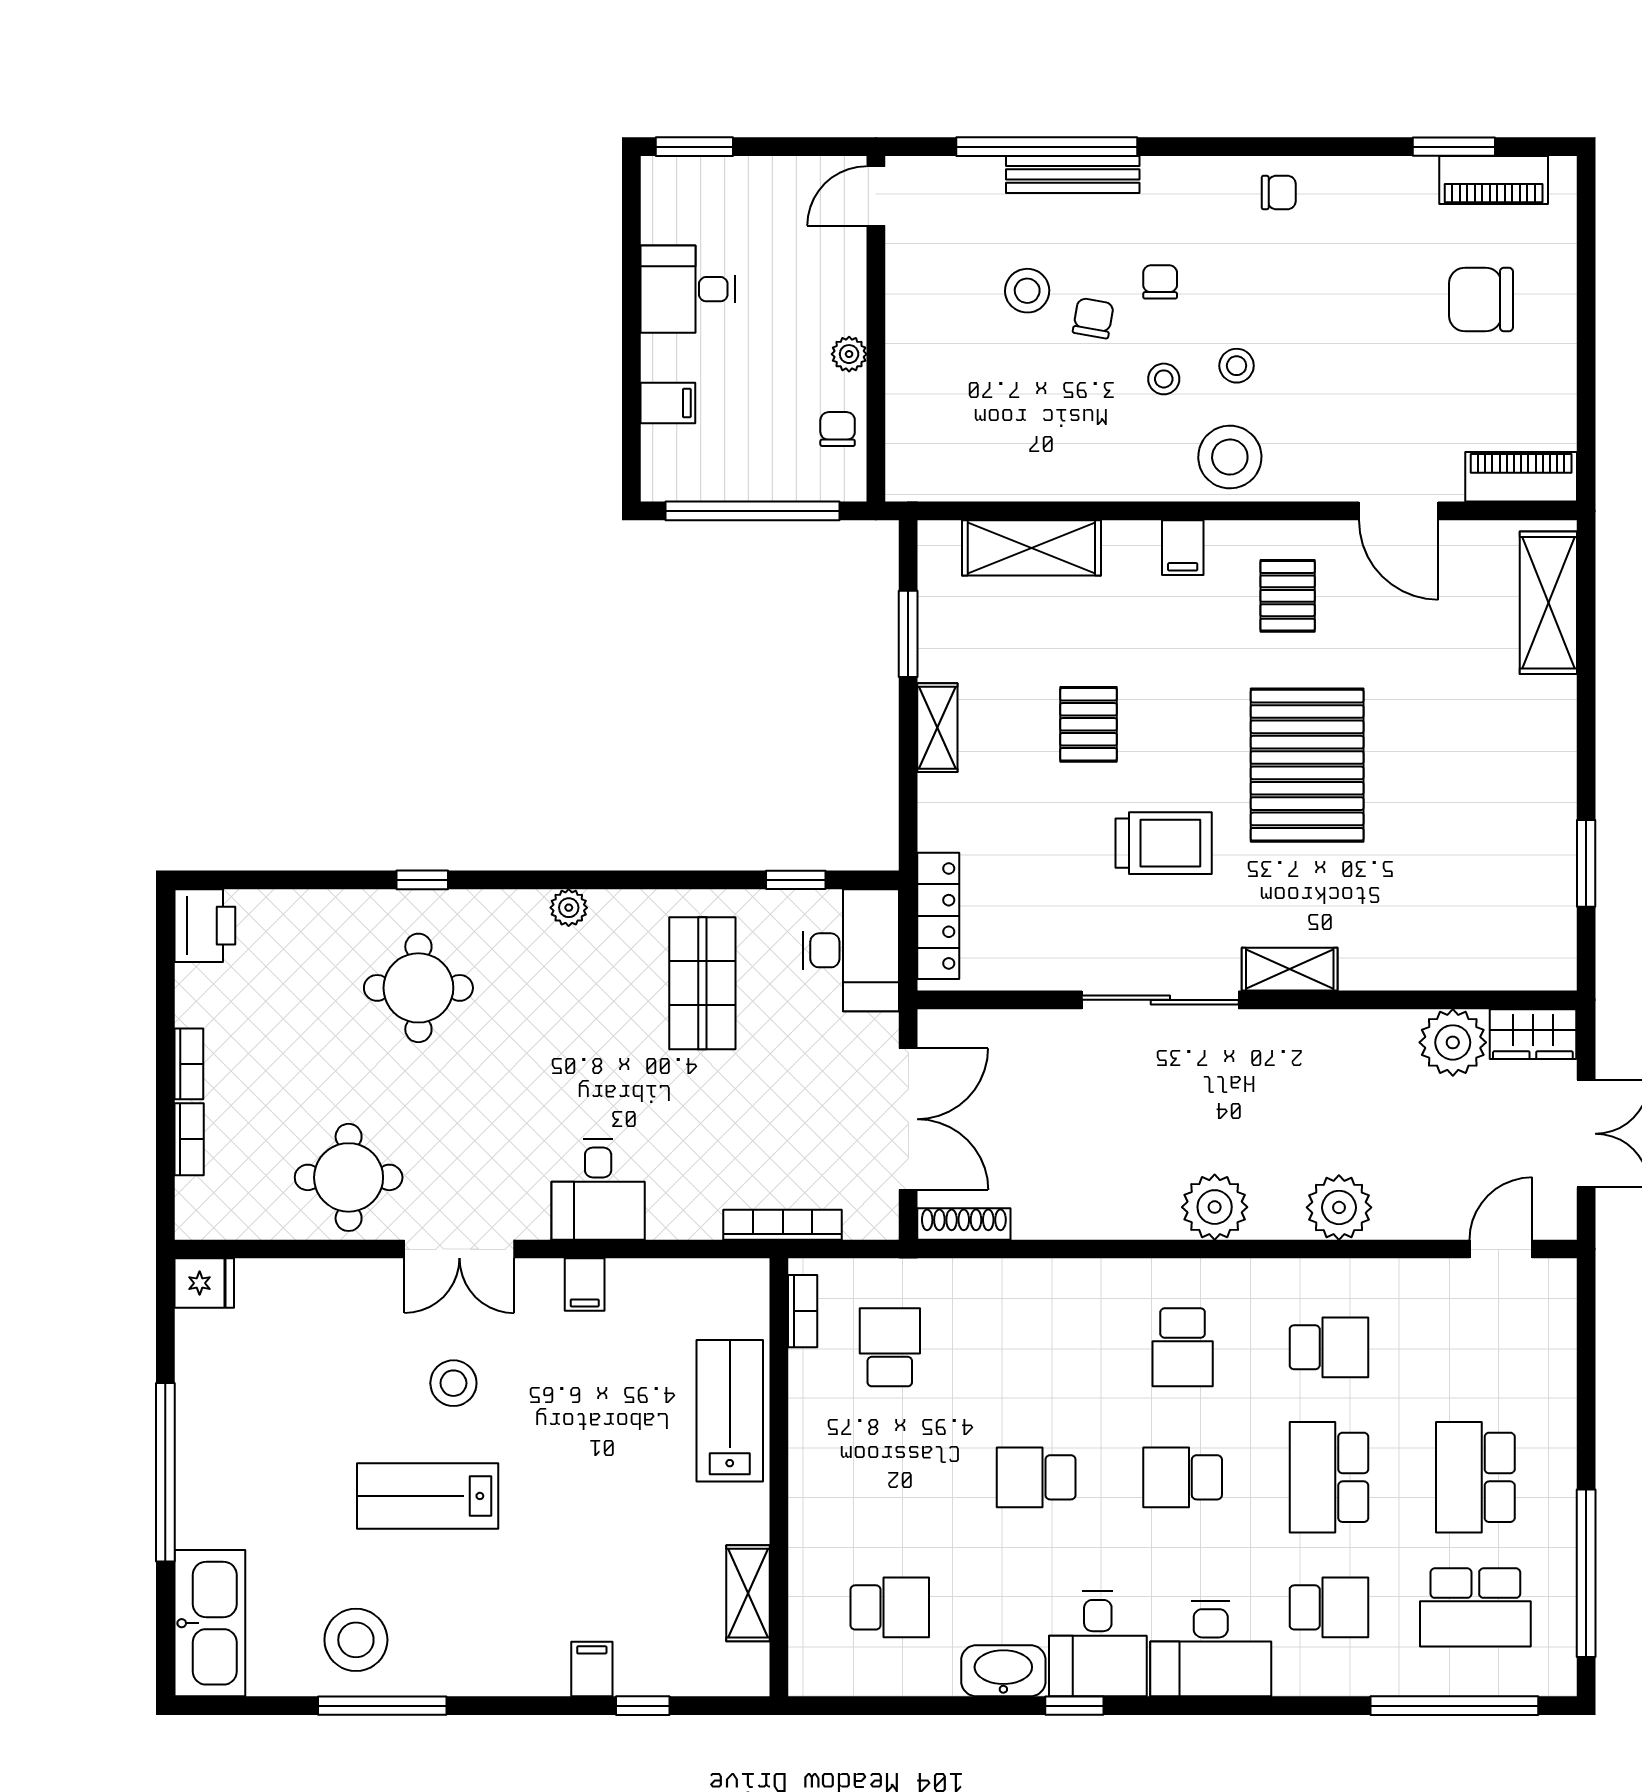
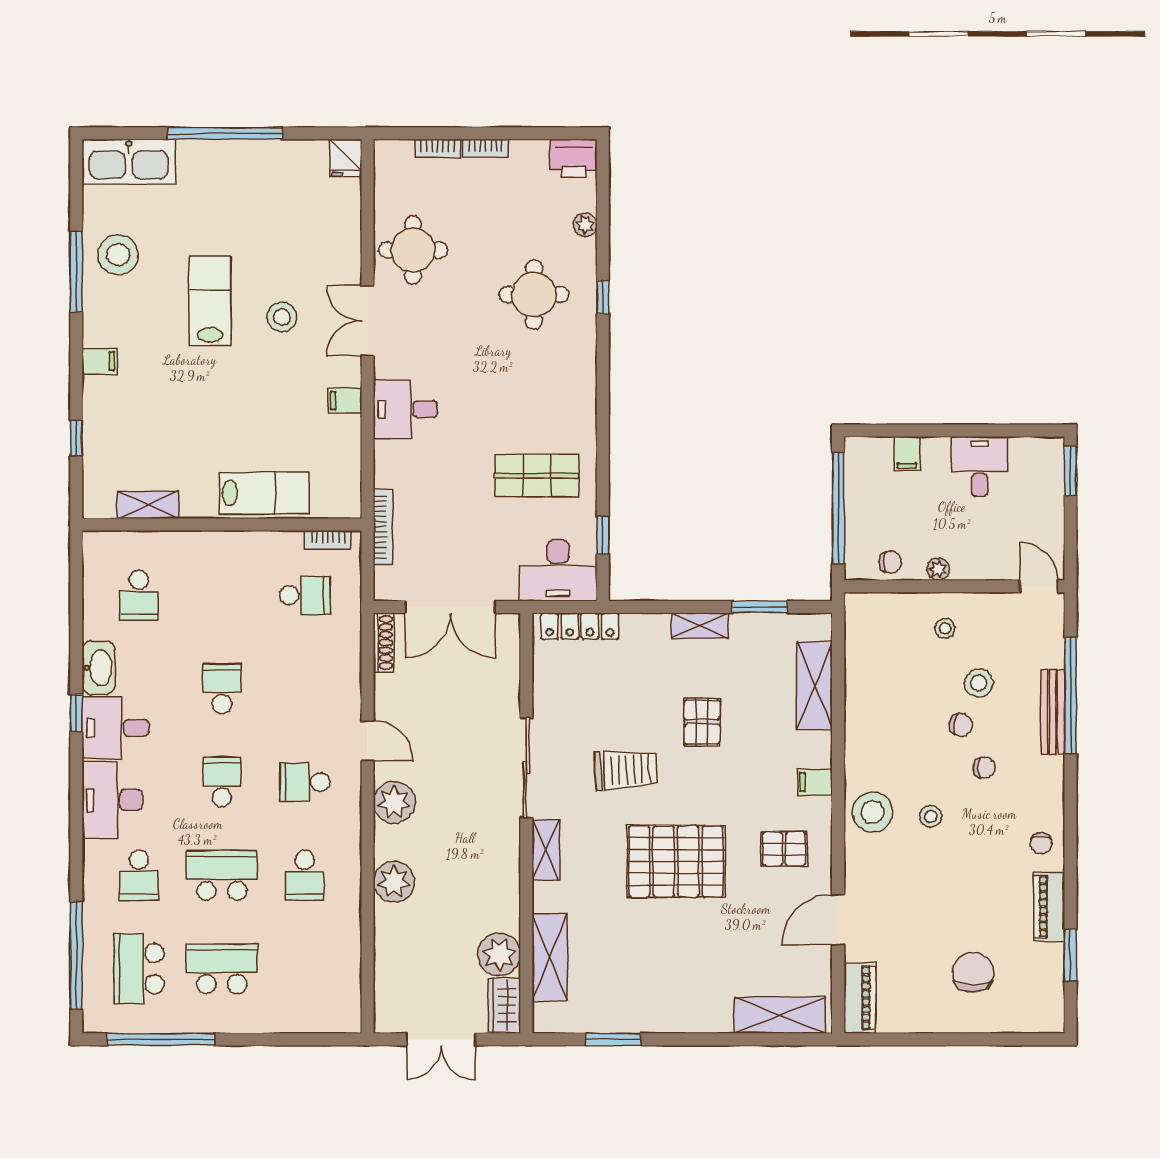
piano: (1494, 180) -> (1049, 907), moved
stool: (1164, 379) -> (945, 628), moved
pallet: (1089, 724) -> (702, 722), turned 90
trolley: (1164, 843) -> (626, 770), turned -93
plant: (569, 908) -> (585, 225), moved
shelving: (1458, 963) -> (550, 957), added
door: (1501, 1249) -> (367, 741), moved
filing cabinet: (592, 1669) -> (100, 361), moved

